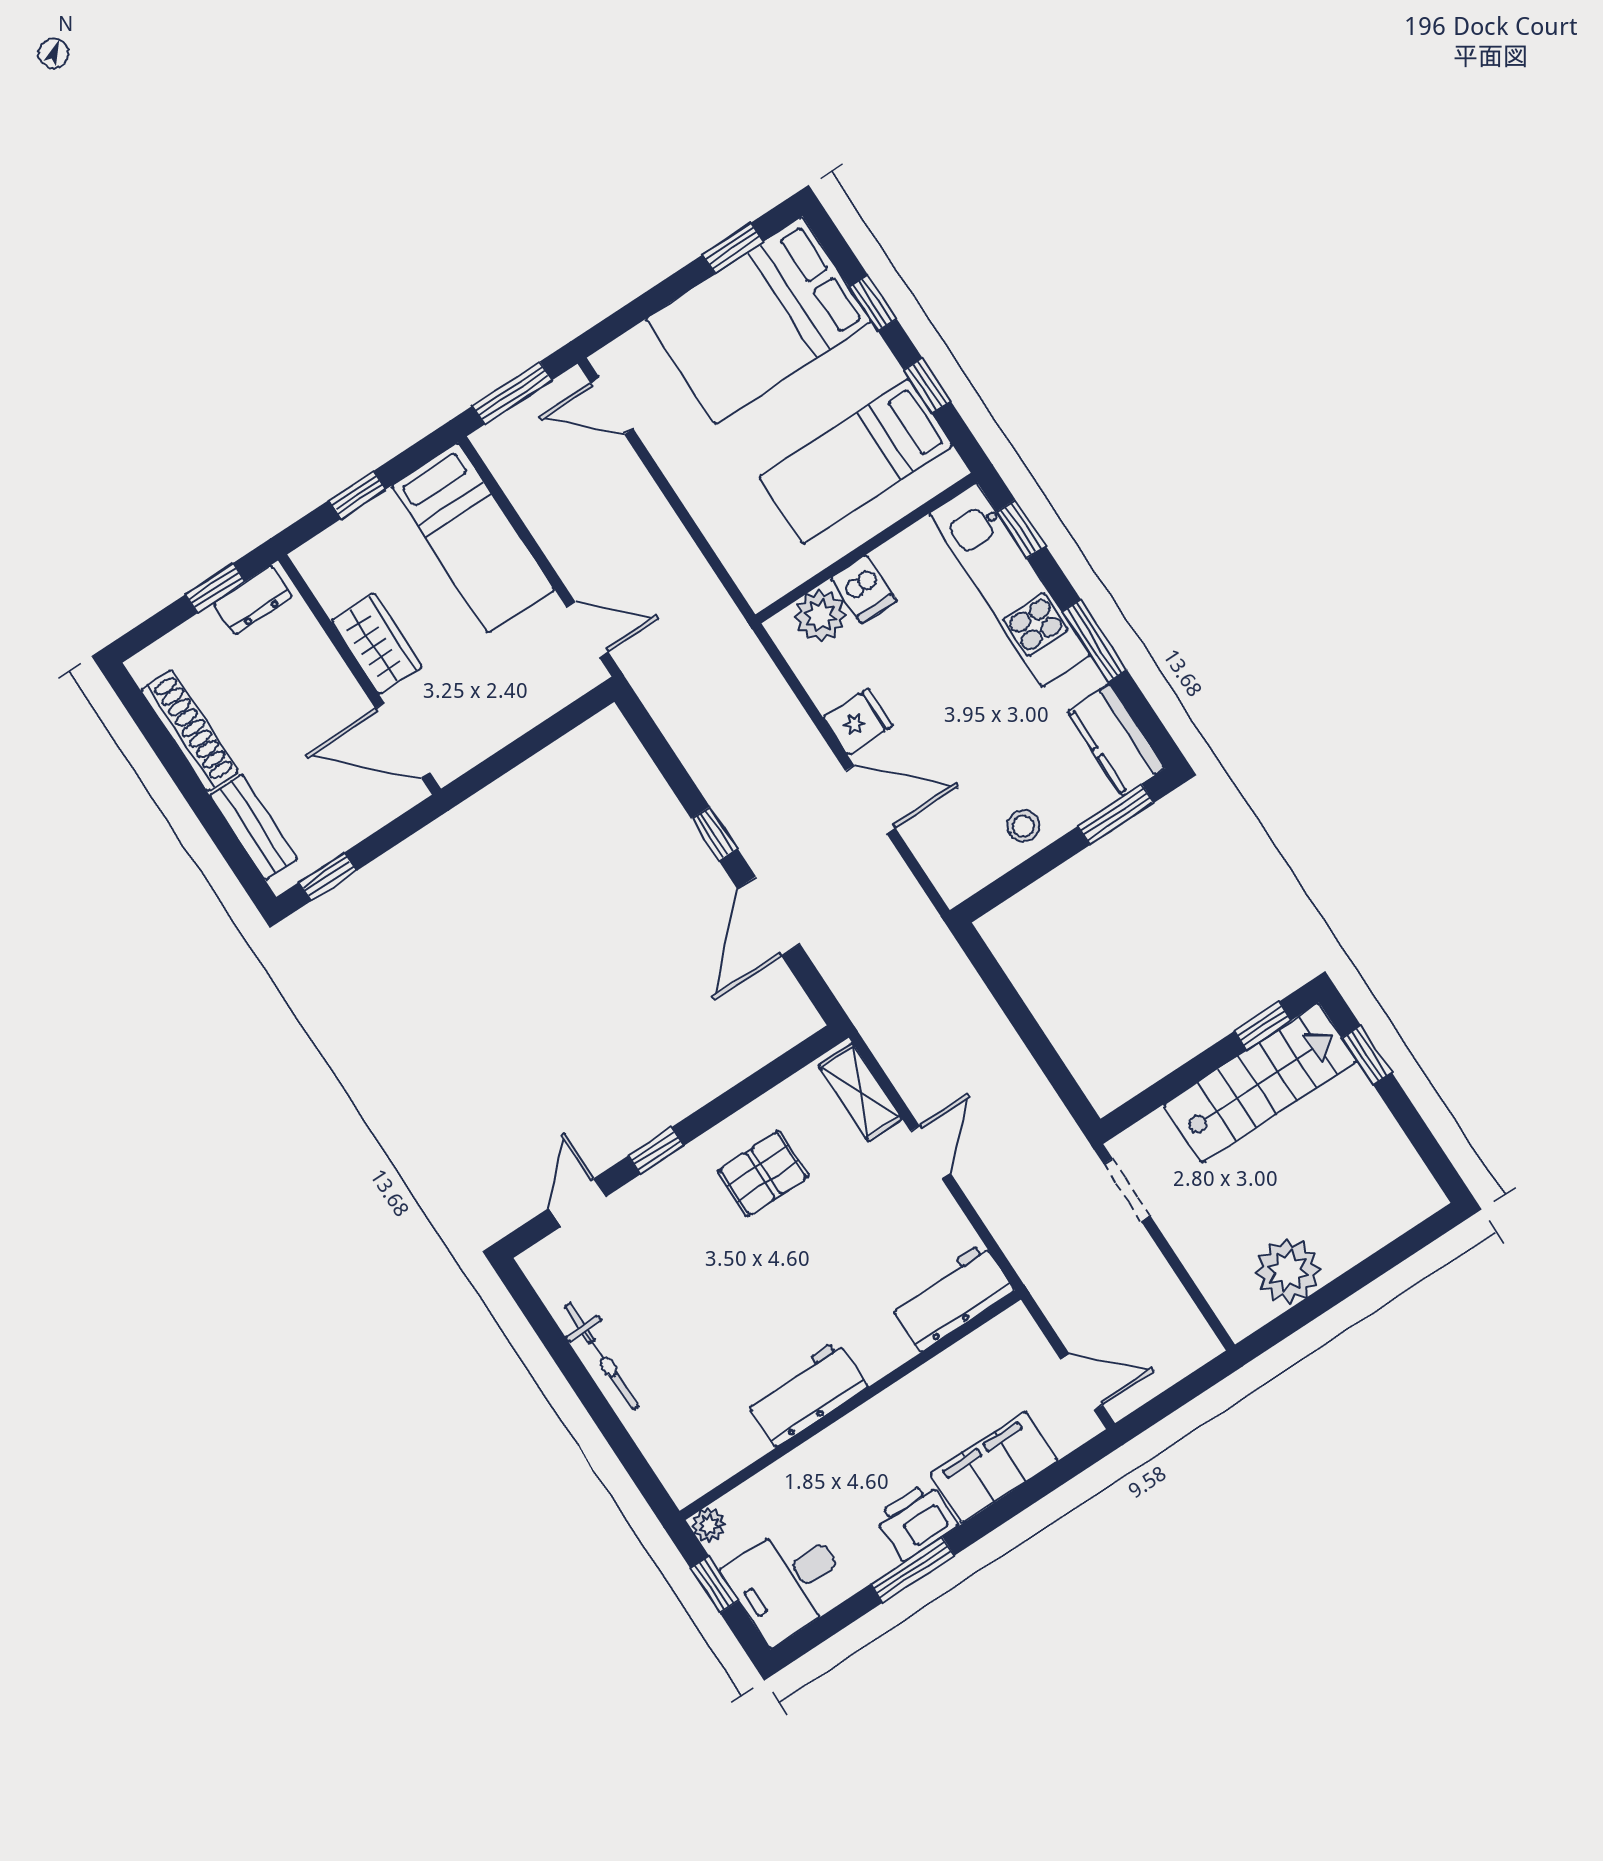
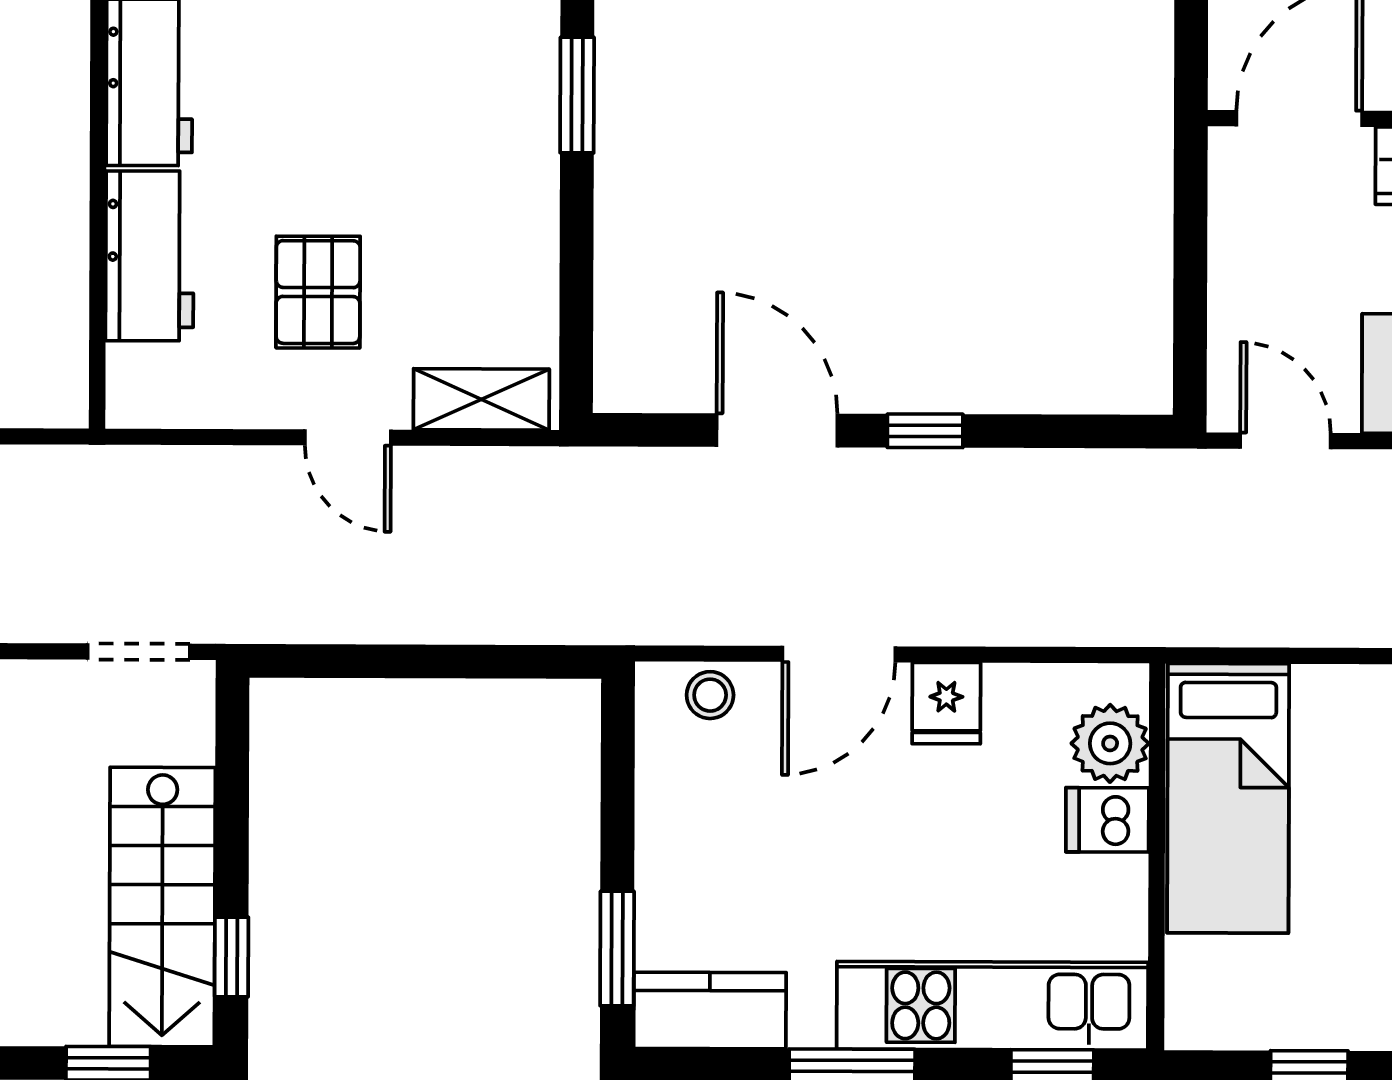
bed: (856, 461) -> (1228, 798), moved, turned 180
door: (587, 630) -> (1285, 441), swing flipped
stool: (1023, 826) -> (710, 695), moved
window: (656, 1151) -> (577, 95), width x1.50
pallet: (763, 1173) -> (318, 292), moved
workbench: (952, 1297) -> (150, 256), moved

